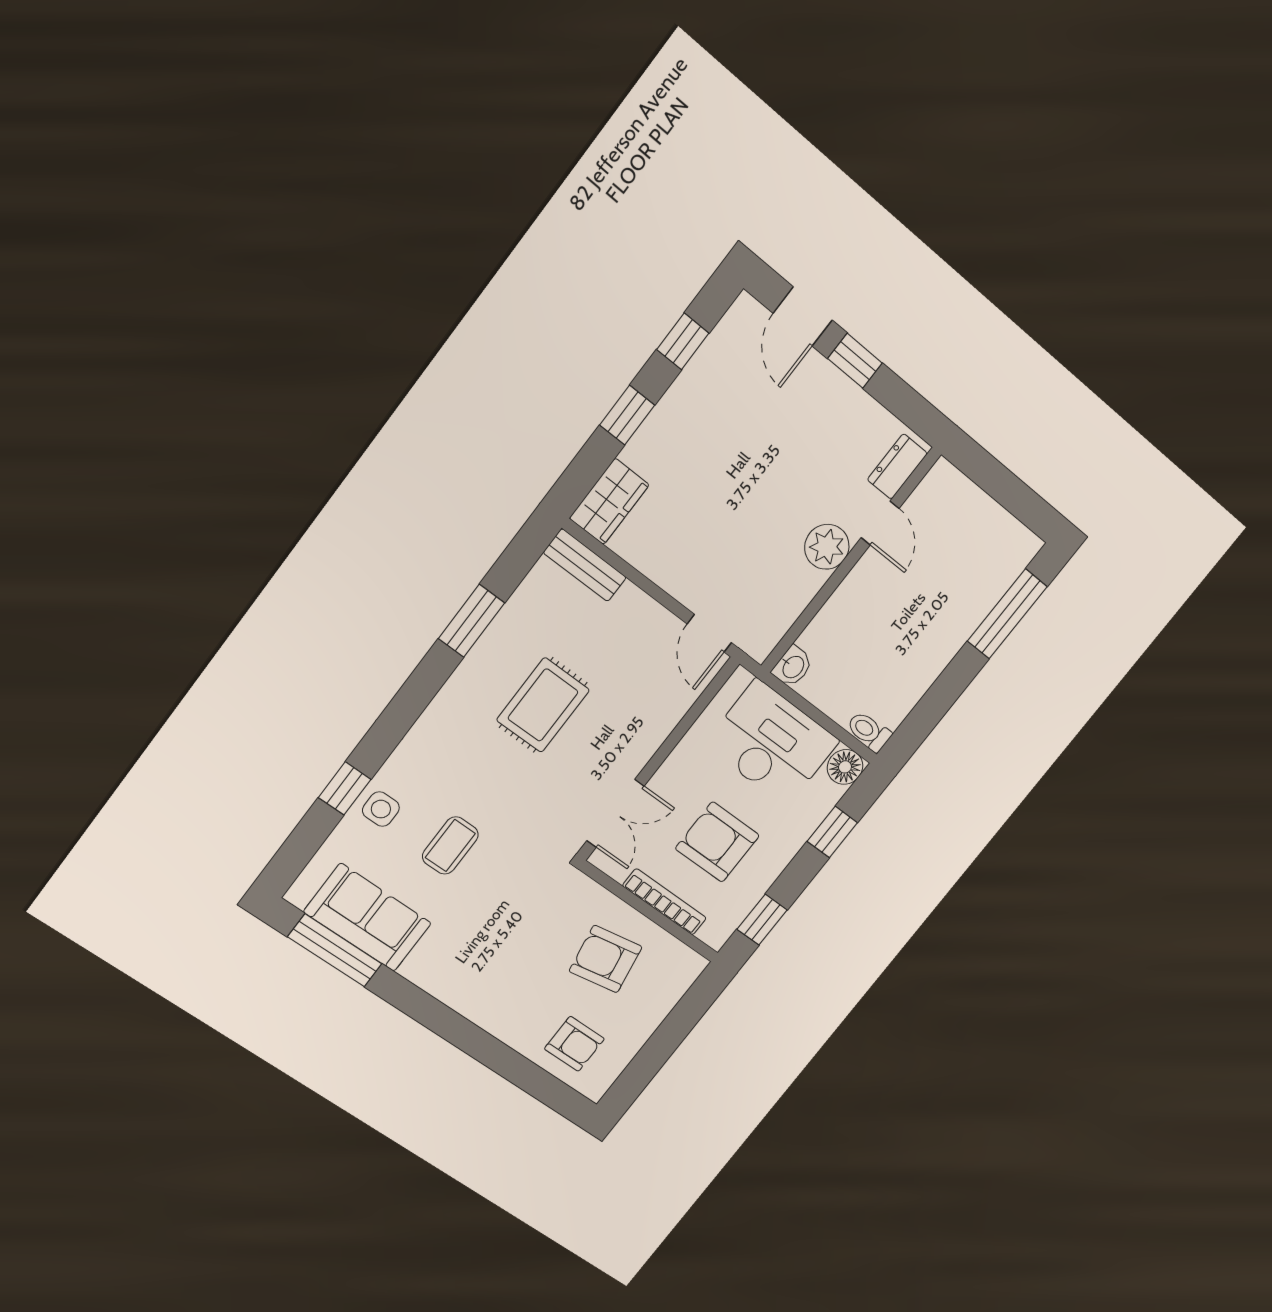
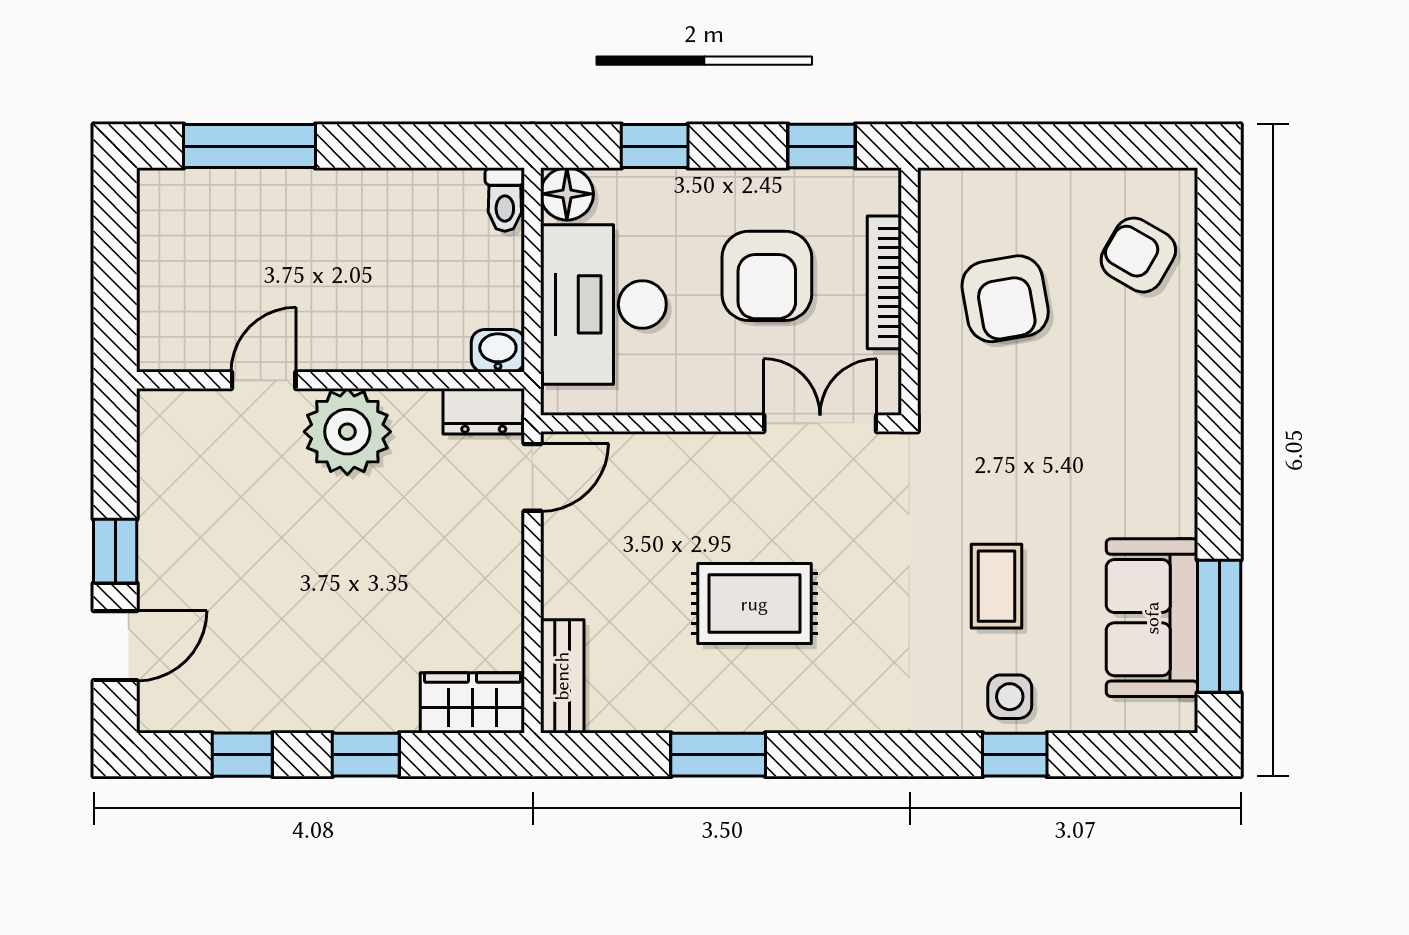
dresser: (897, 467) -> (484, 411), moved
plant: (827, 547) -> (347, 432), width x1.36, depth x1.36
coffee table: (450, 845) -> (996, 586), turned 90
armchair: (574, 1044) -> (1138, 255), turned -60

